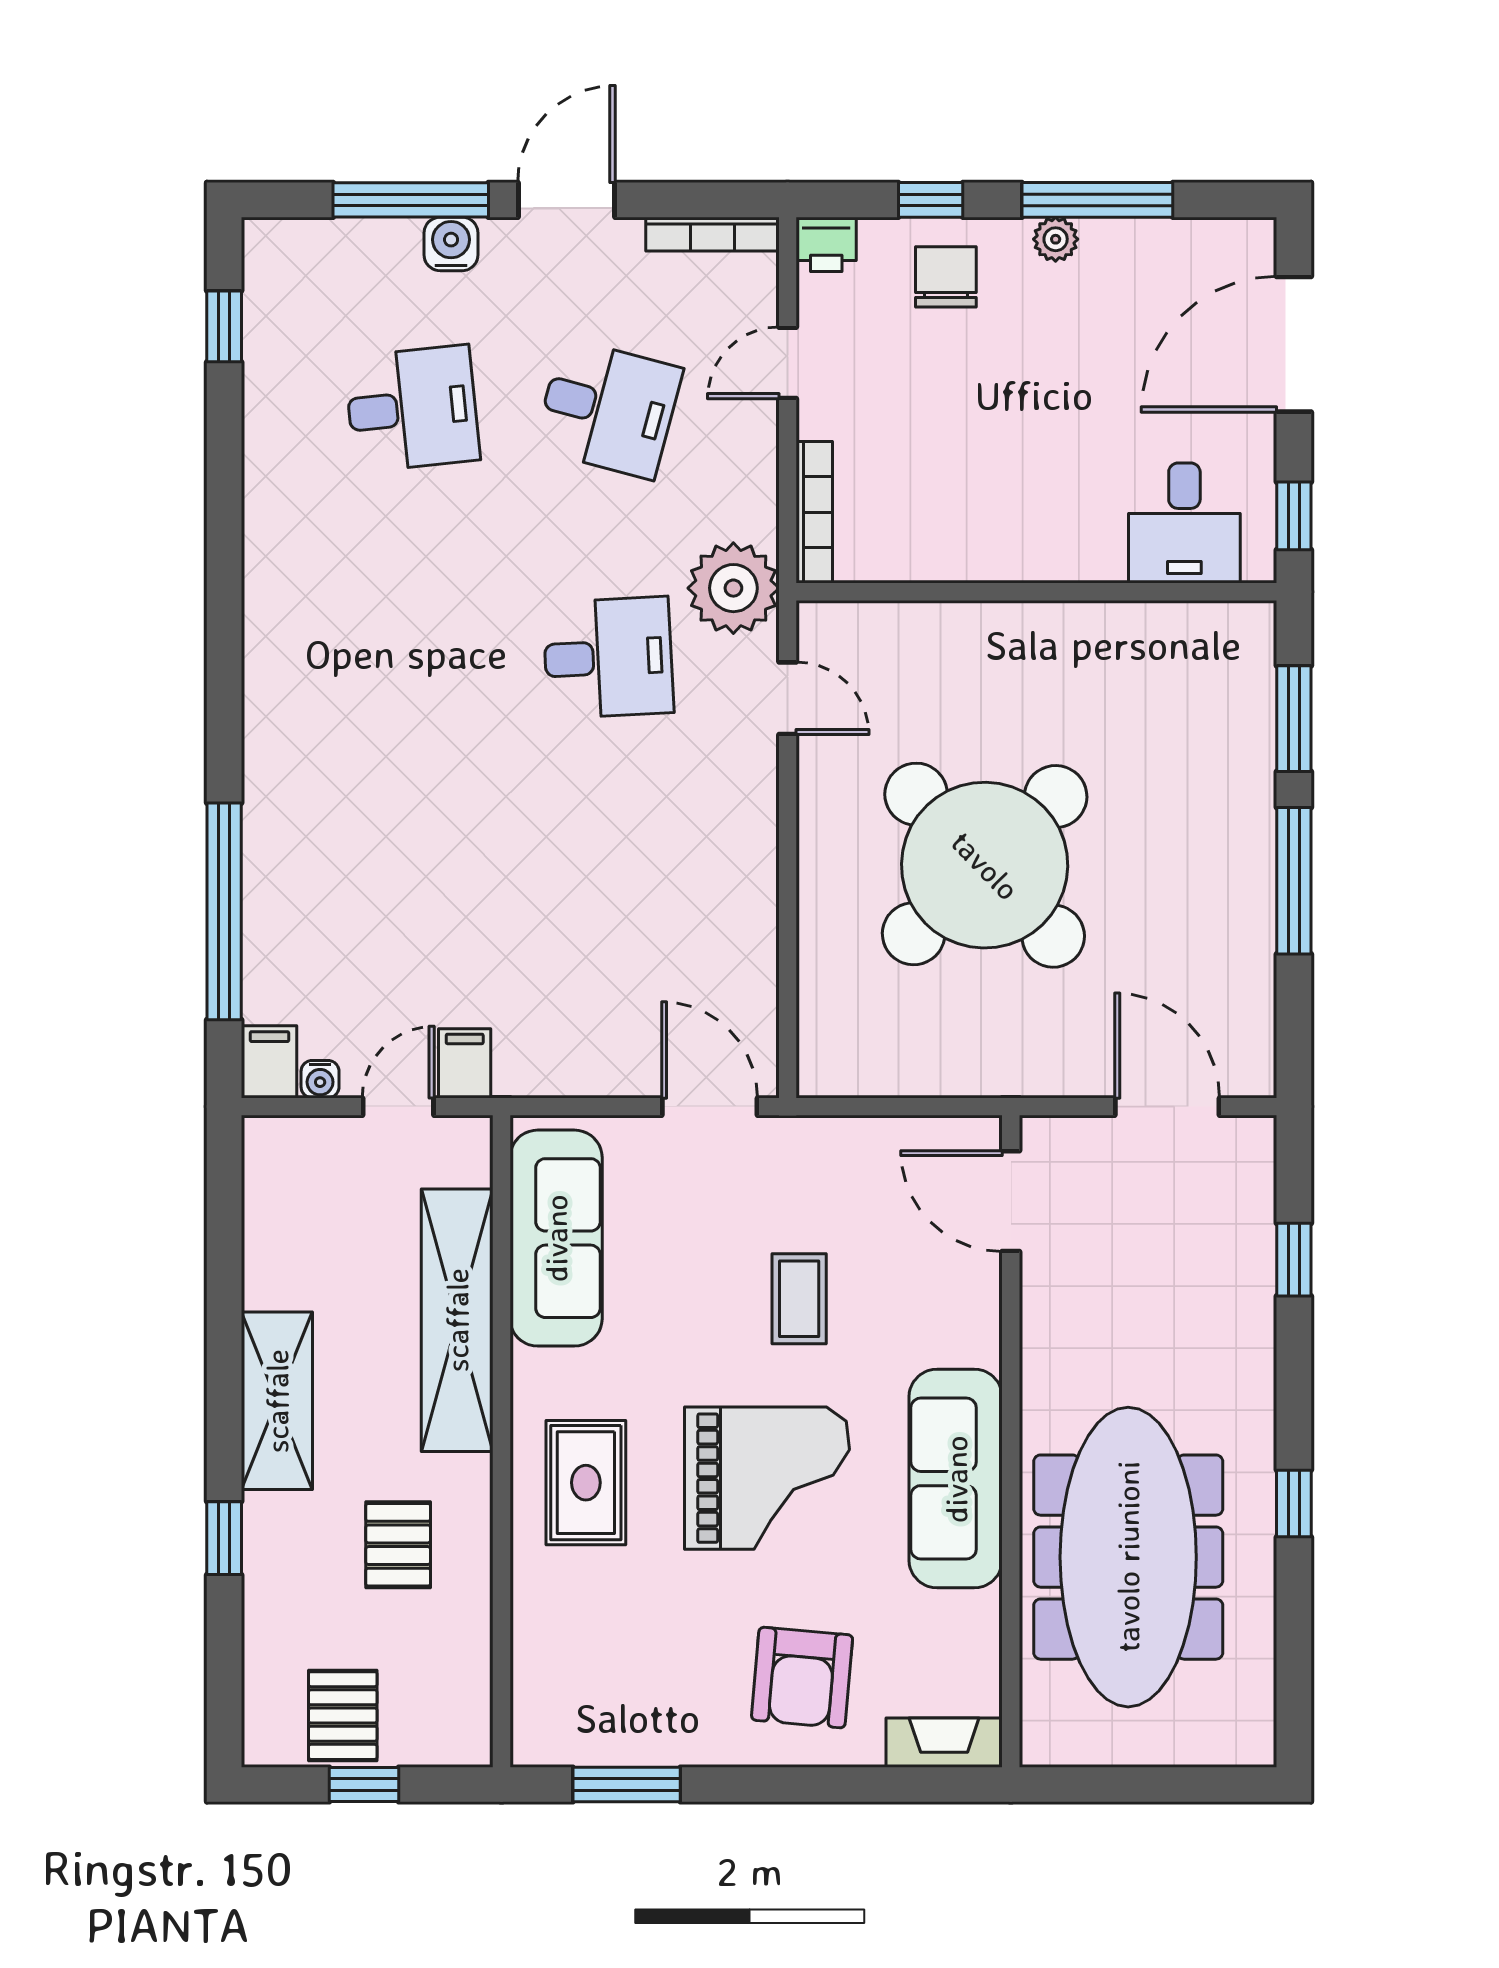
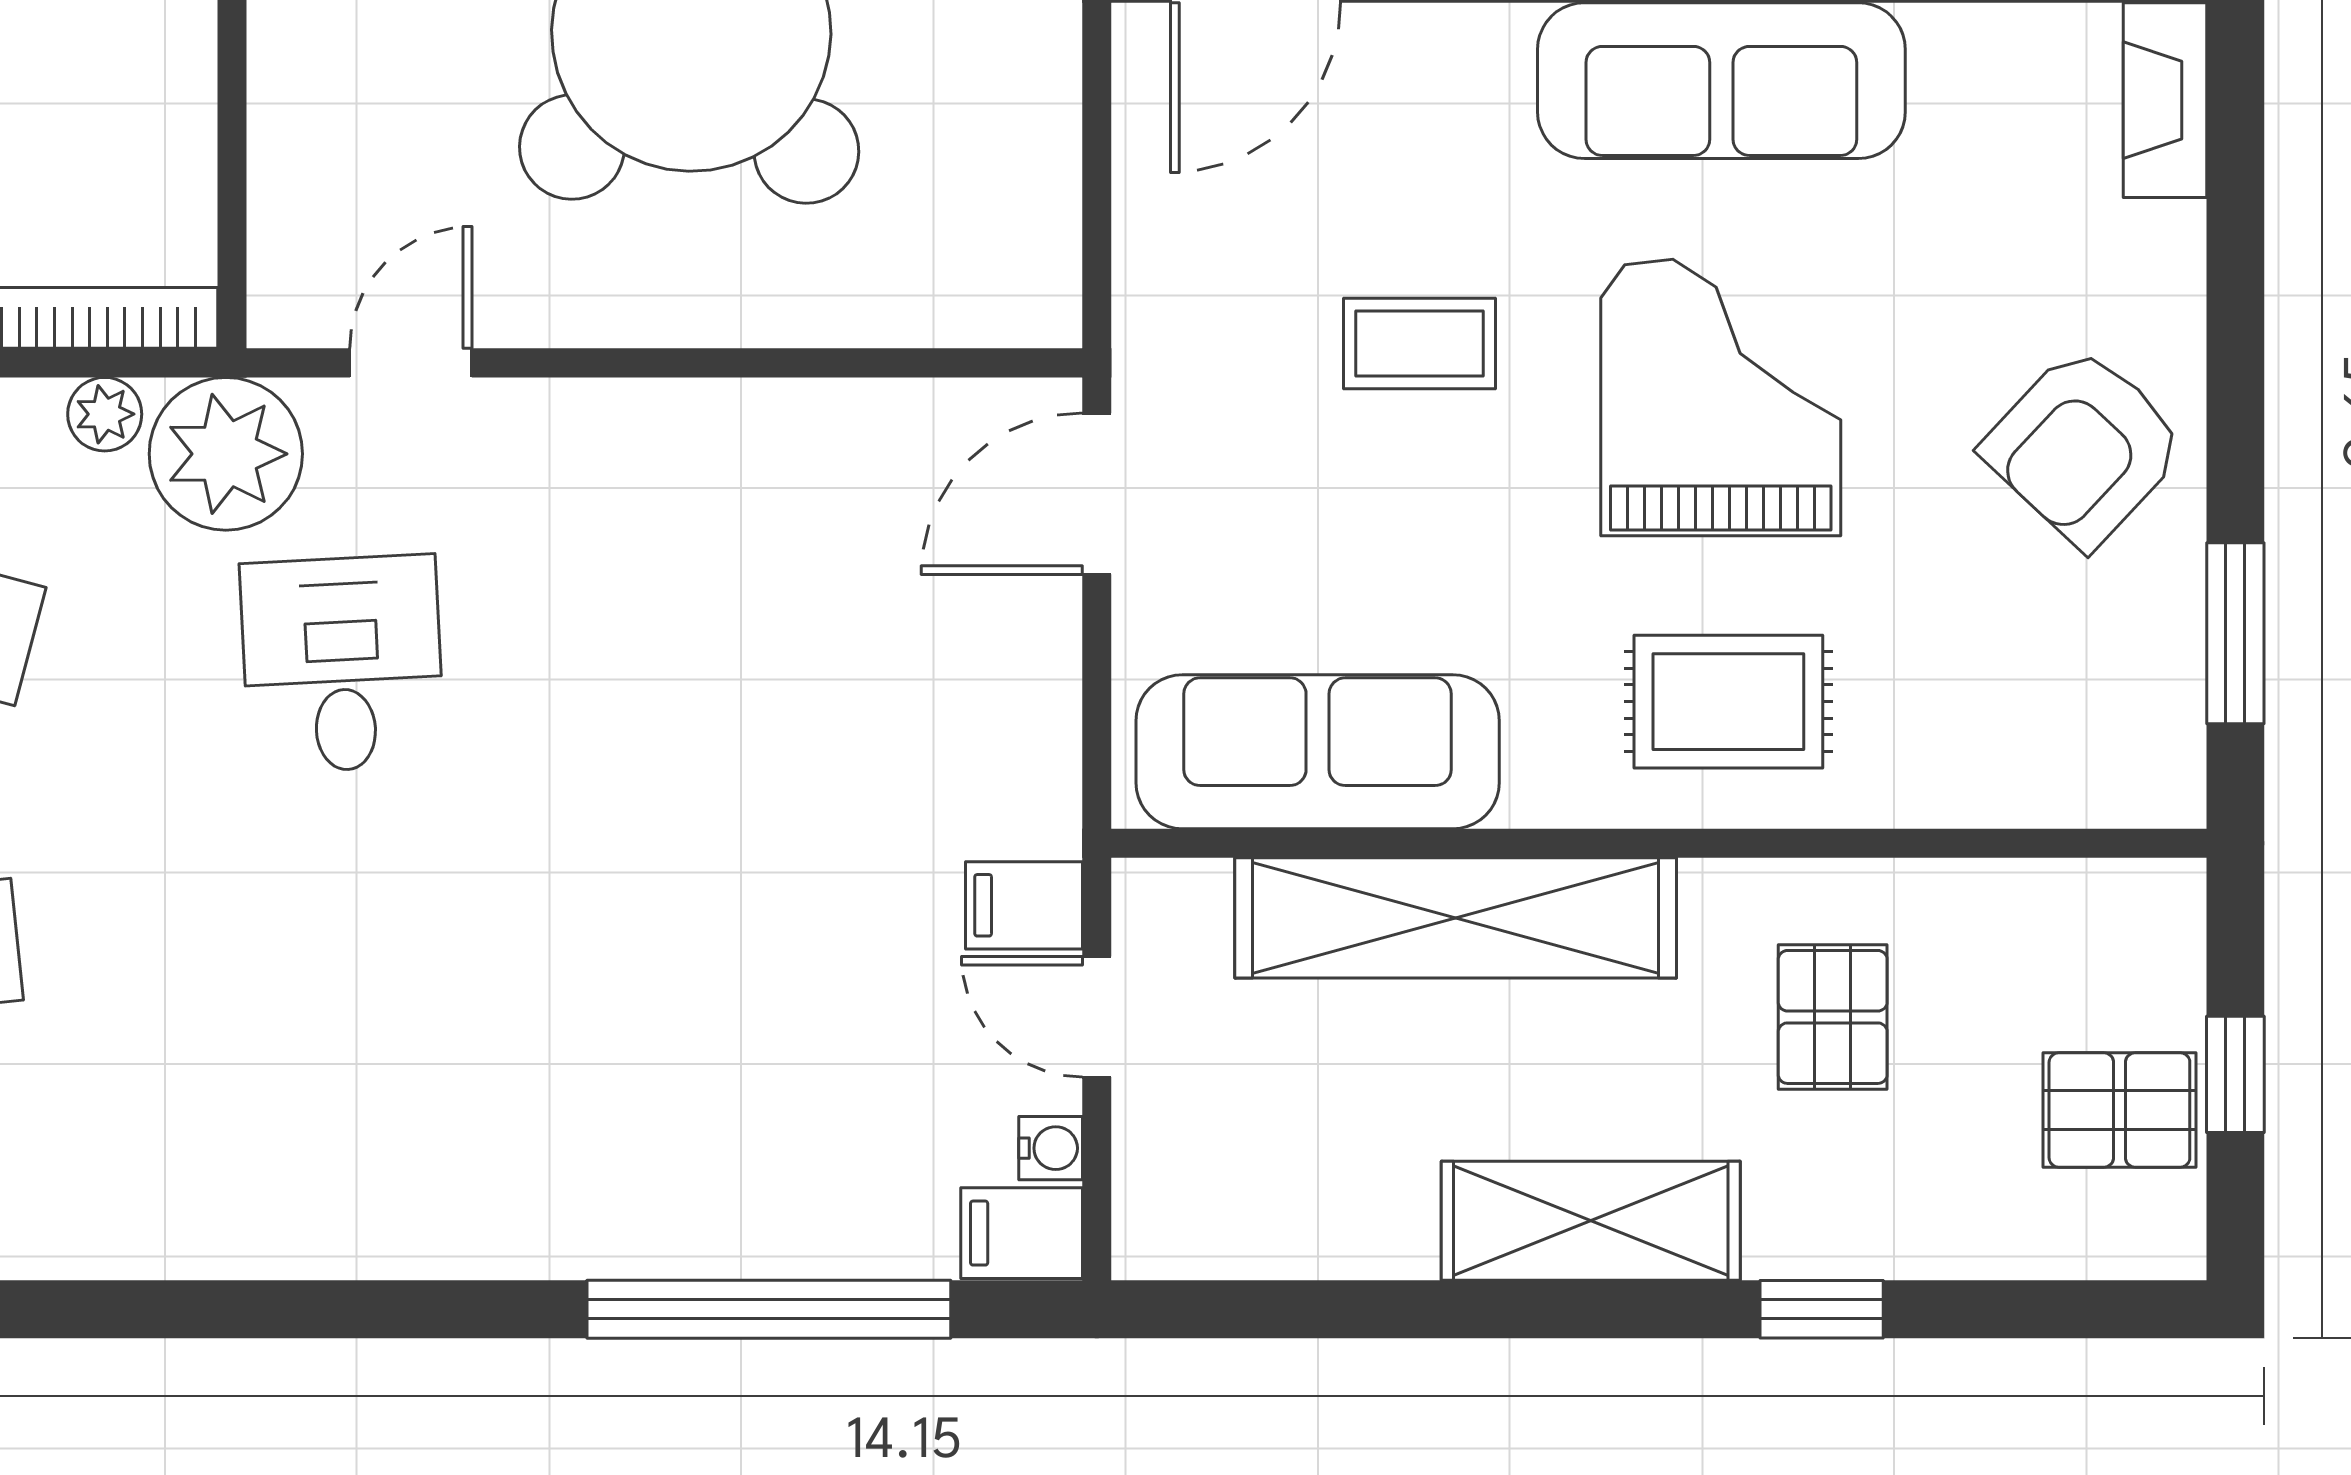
plant: (757, 516) -> (105, 414), added
pallet: (398, 1545) -> (1833, 1017), turned 90
armchair: (802, 1678) -> (2084, 447), moved, turned 128

